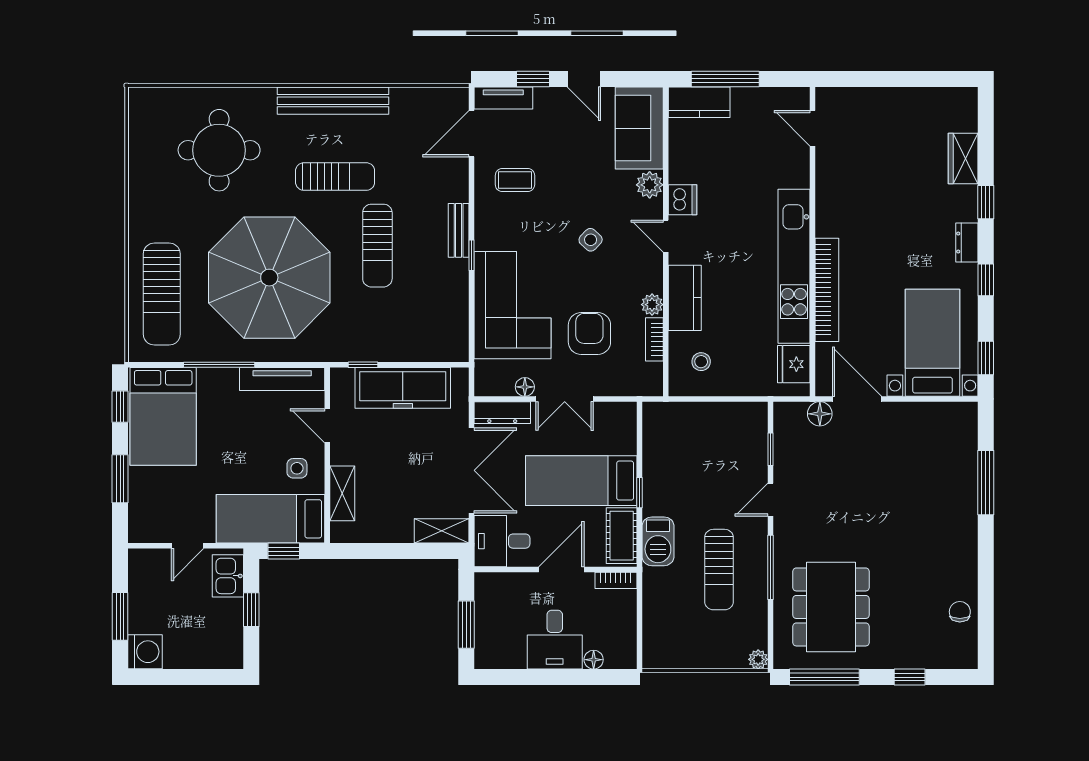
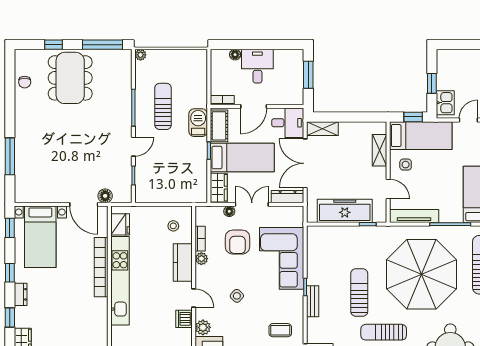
floor lamp: (525, 387) -> (229, 211), moved
wardrobe: (622, 428) -> (219, 188), added
dining table: (831, 607) -> (70, 78), moved

